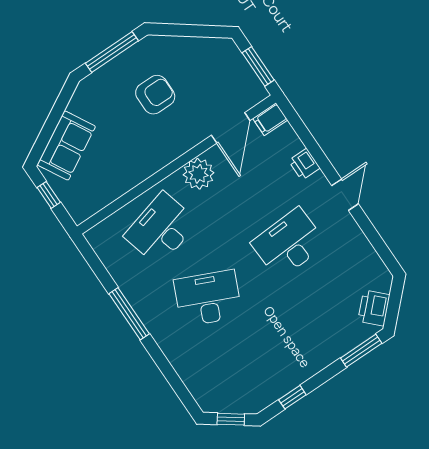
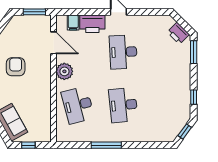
filing cabinet: (270, 119) -> (73, 22), moved
printer: (304, 164) -> (92, 24), width x1.87, depth x1.48
desk: (208, 298) -> (123, 105), turned -30

